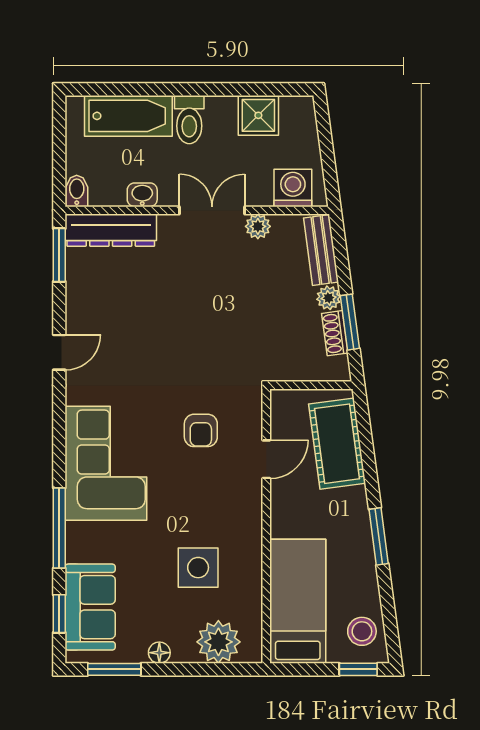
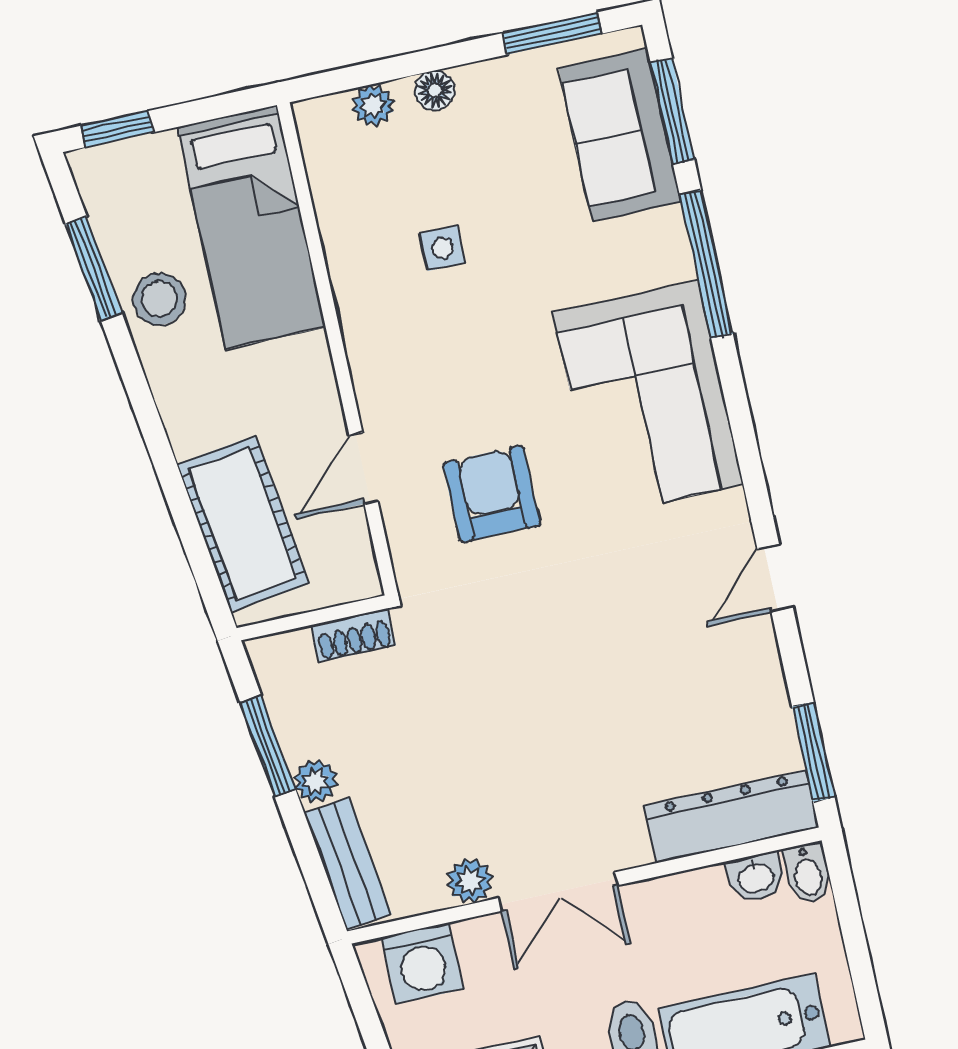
washbasin: (142, 195) -> (756, 877), moved
shoe rack: (335, 333) -> (353, 635), moved, turned 98
armchair: (201, 430) -> (492, 494), width x1.38, depth x1.38
window: (379, 536) -> (94, 269), moved
side table: (198, 568) -> (443, 248), width x0.54, depth x0.54
window: (59, 614) -> (672, 111), width x1.50
stool: (362, 631) -> (159, 299), moved
plant: (218, 642) -> (373, 105), width x0.53, depth x0.53
floor lamp: (159, 653) -> (435, 90), moved

